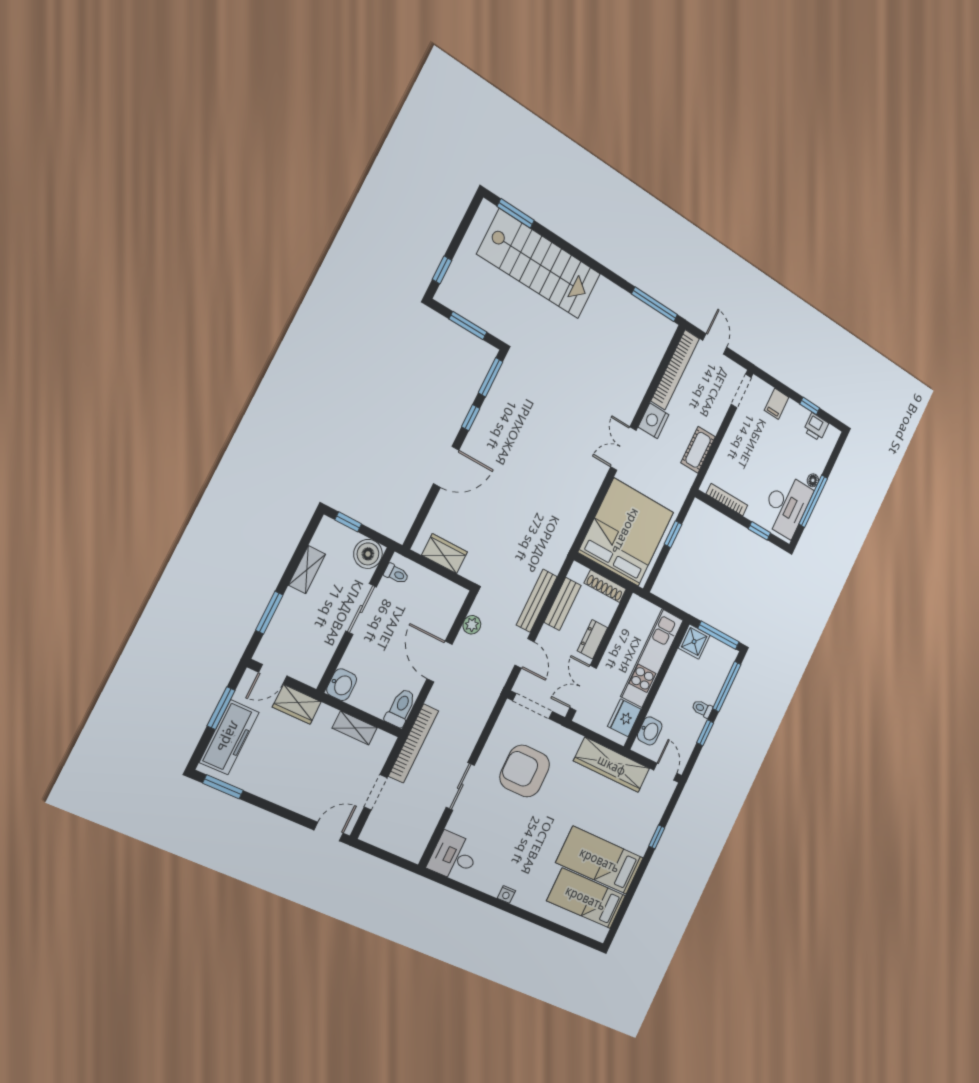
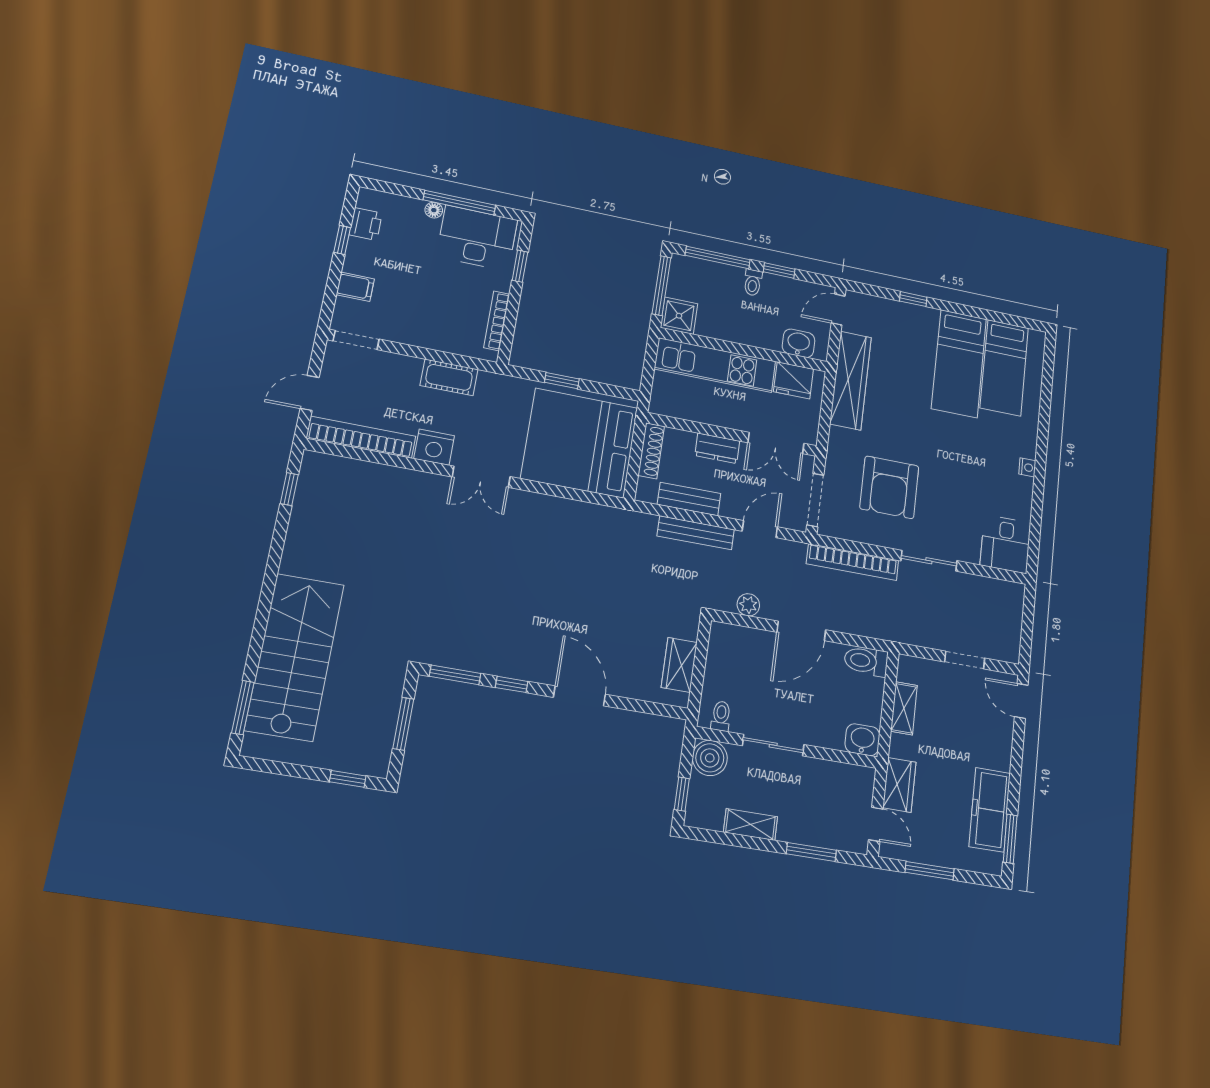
window: (655, 304) -> (289, 489), width x0.46
freezer: (229, 737) -> (990, 810), moved, turned -90
bookcase: (413, 743) -> (853, 562), moved, turned 180

